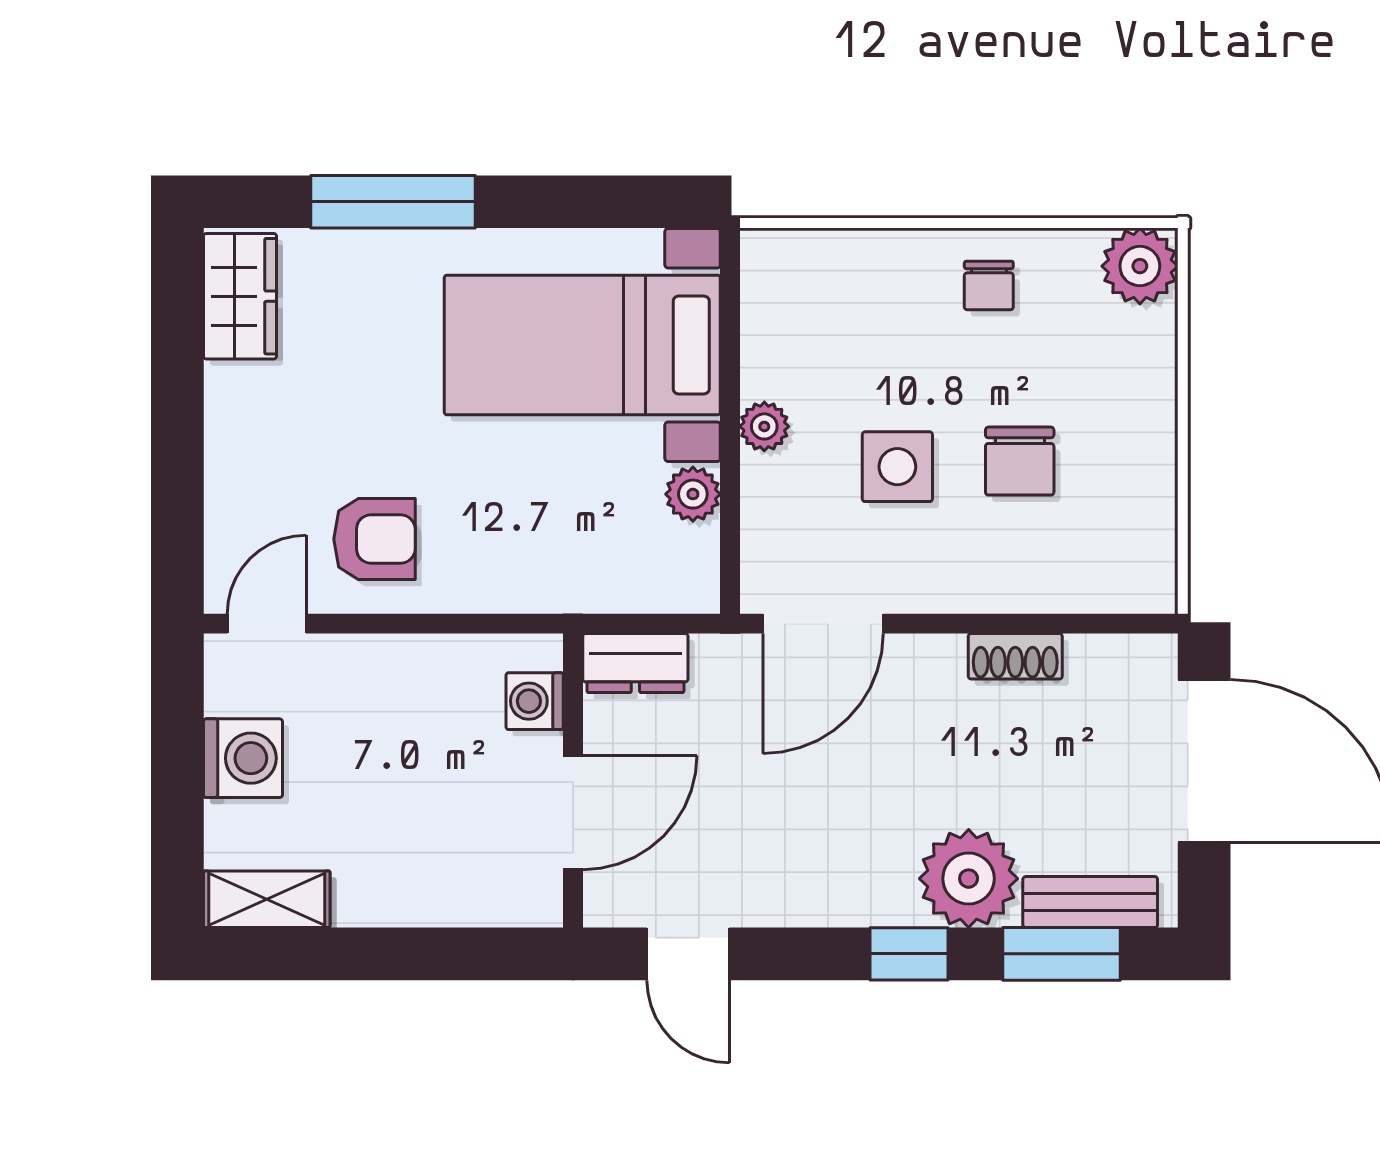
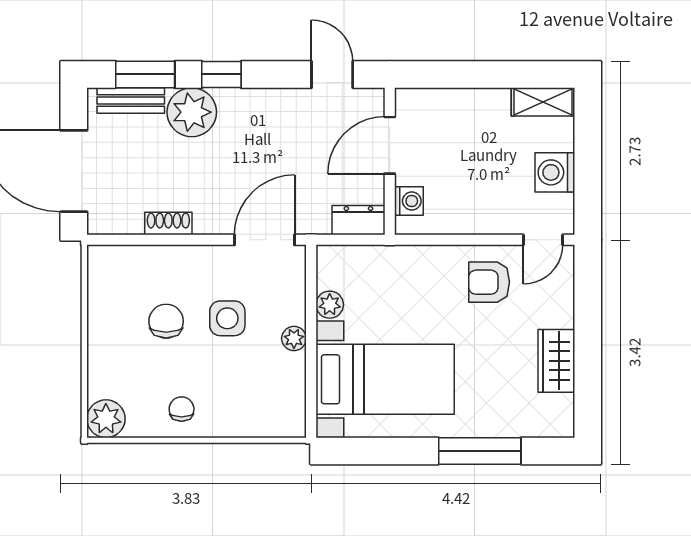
wardrobe: (240, 296) -> (556, 361), moved

